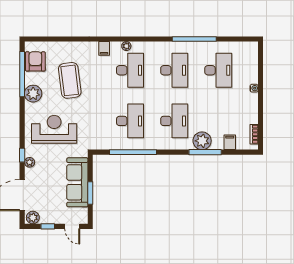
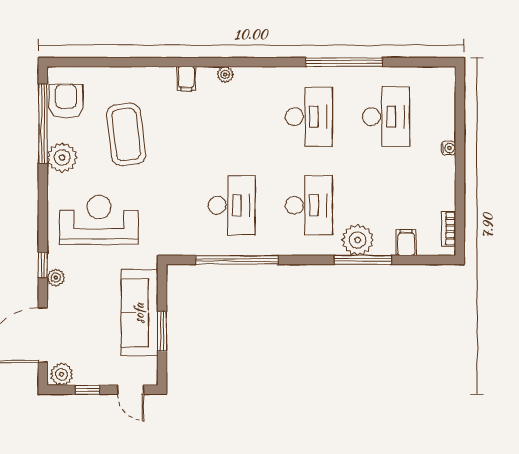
desk: (130, 70) -> (232, 117), removed

